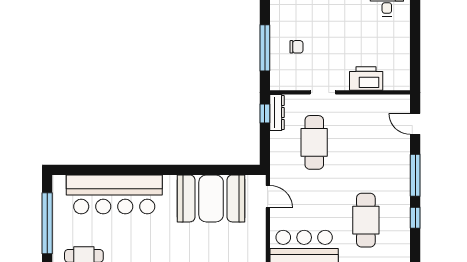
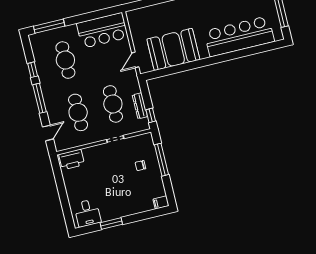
printer: (366, 79) -> (72, 160), moved
dresser: (277, 113) -> (140, 106), moved
door: (415, 124) -> (48, 133), hinge flipped
cafe table: (366, 142) -> (78, 112), added
door: (268, 197) -> (135, 60), hinge flipped

